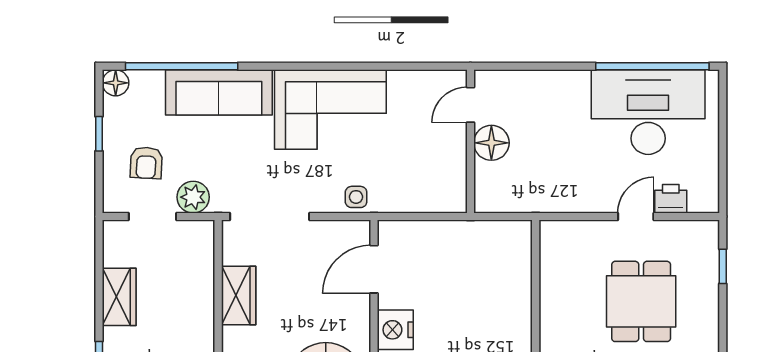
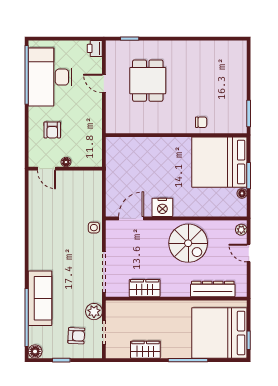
corner sofa: (330, 109) -> (49, 241), removed
armchair: (545, 116) -> (52, 130), added
floor lamp: (491, 143) -> (66, 162), width x0.53, depth x0.53
printer: (671, 199) -> (95, 48), moved
door: (374, 269) -> (131, 218), swing flipped
dining table: (641, 301) -> (148, 81), turned 90

